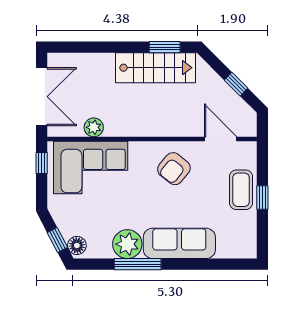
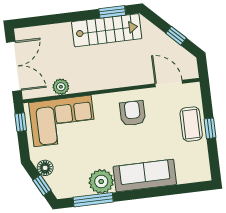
armchair: (174, 169) -> (133, 113), turned 141
floor lamp: (77, 245) -> (45, 168), moved
window: (138, 264) -> (93, 200), moved

